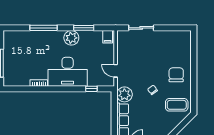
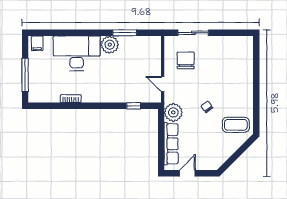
window: (44, 28) -> (76, 33), removed
filing cabinet: (108, 37) -> (37, 43), moved
desk: (68, 72) -> (77, 53), moved, turned 180
chair: (176, 75) -> (186, 60), moved

